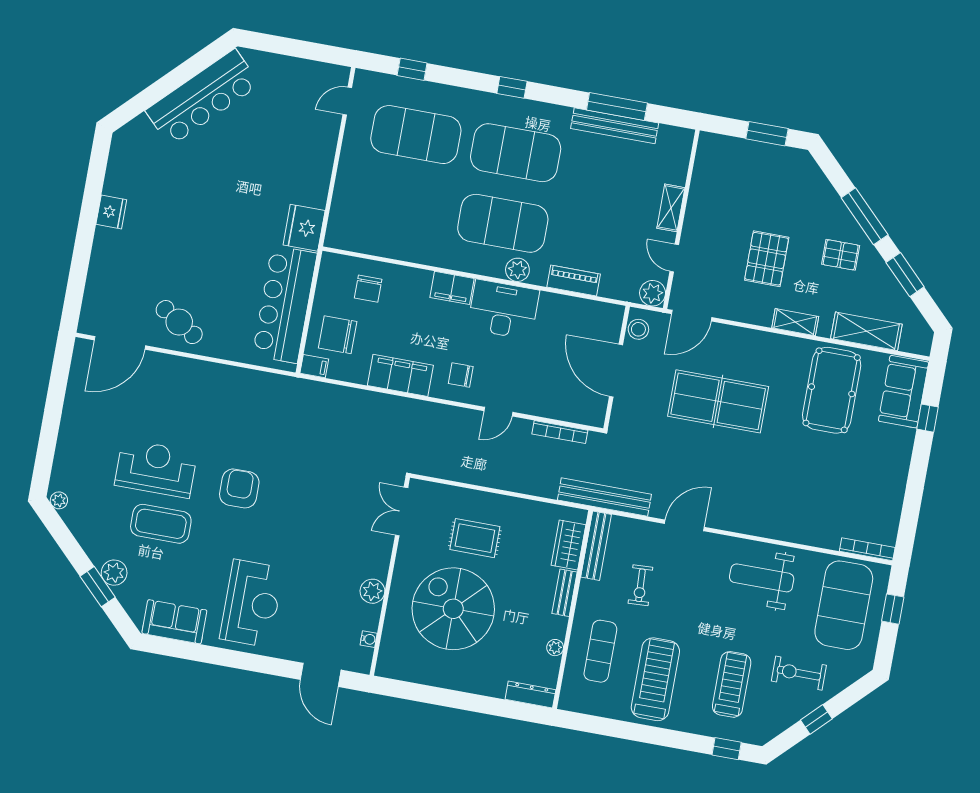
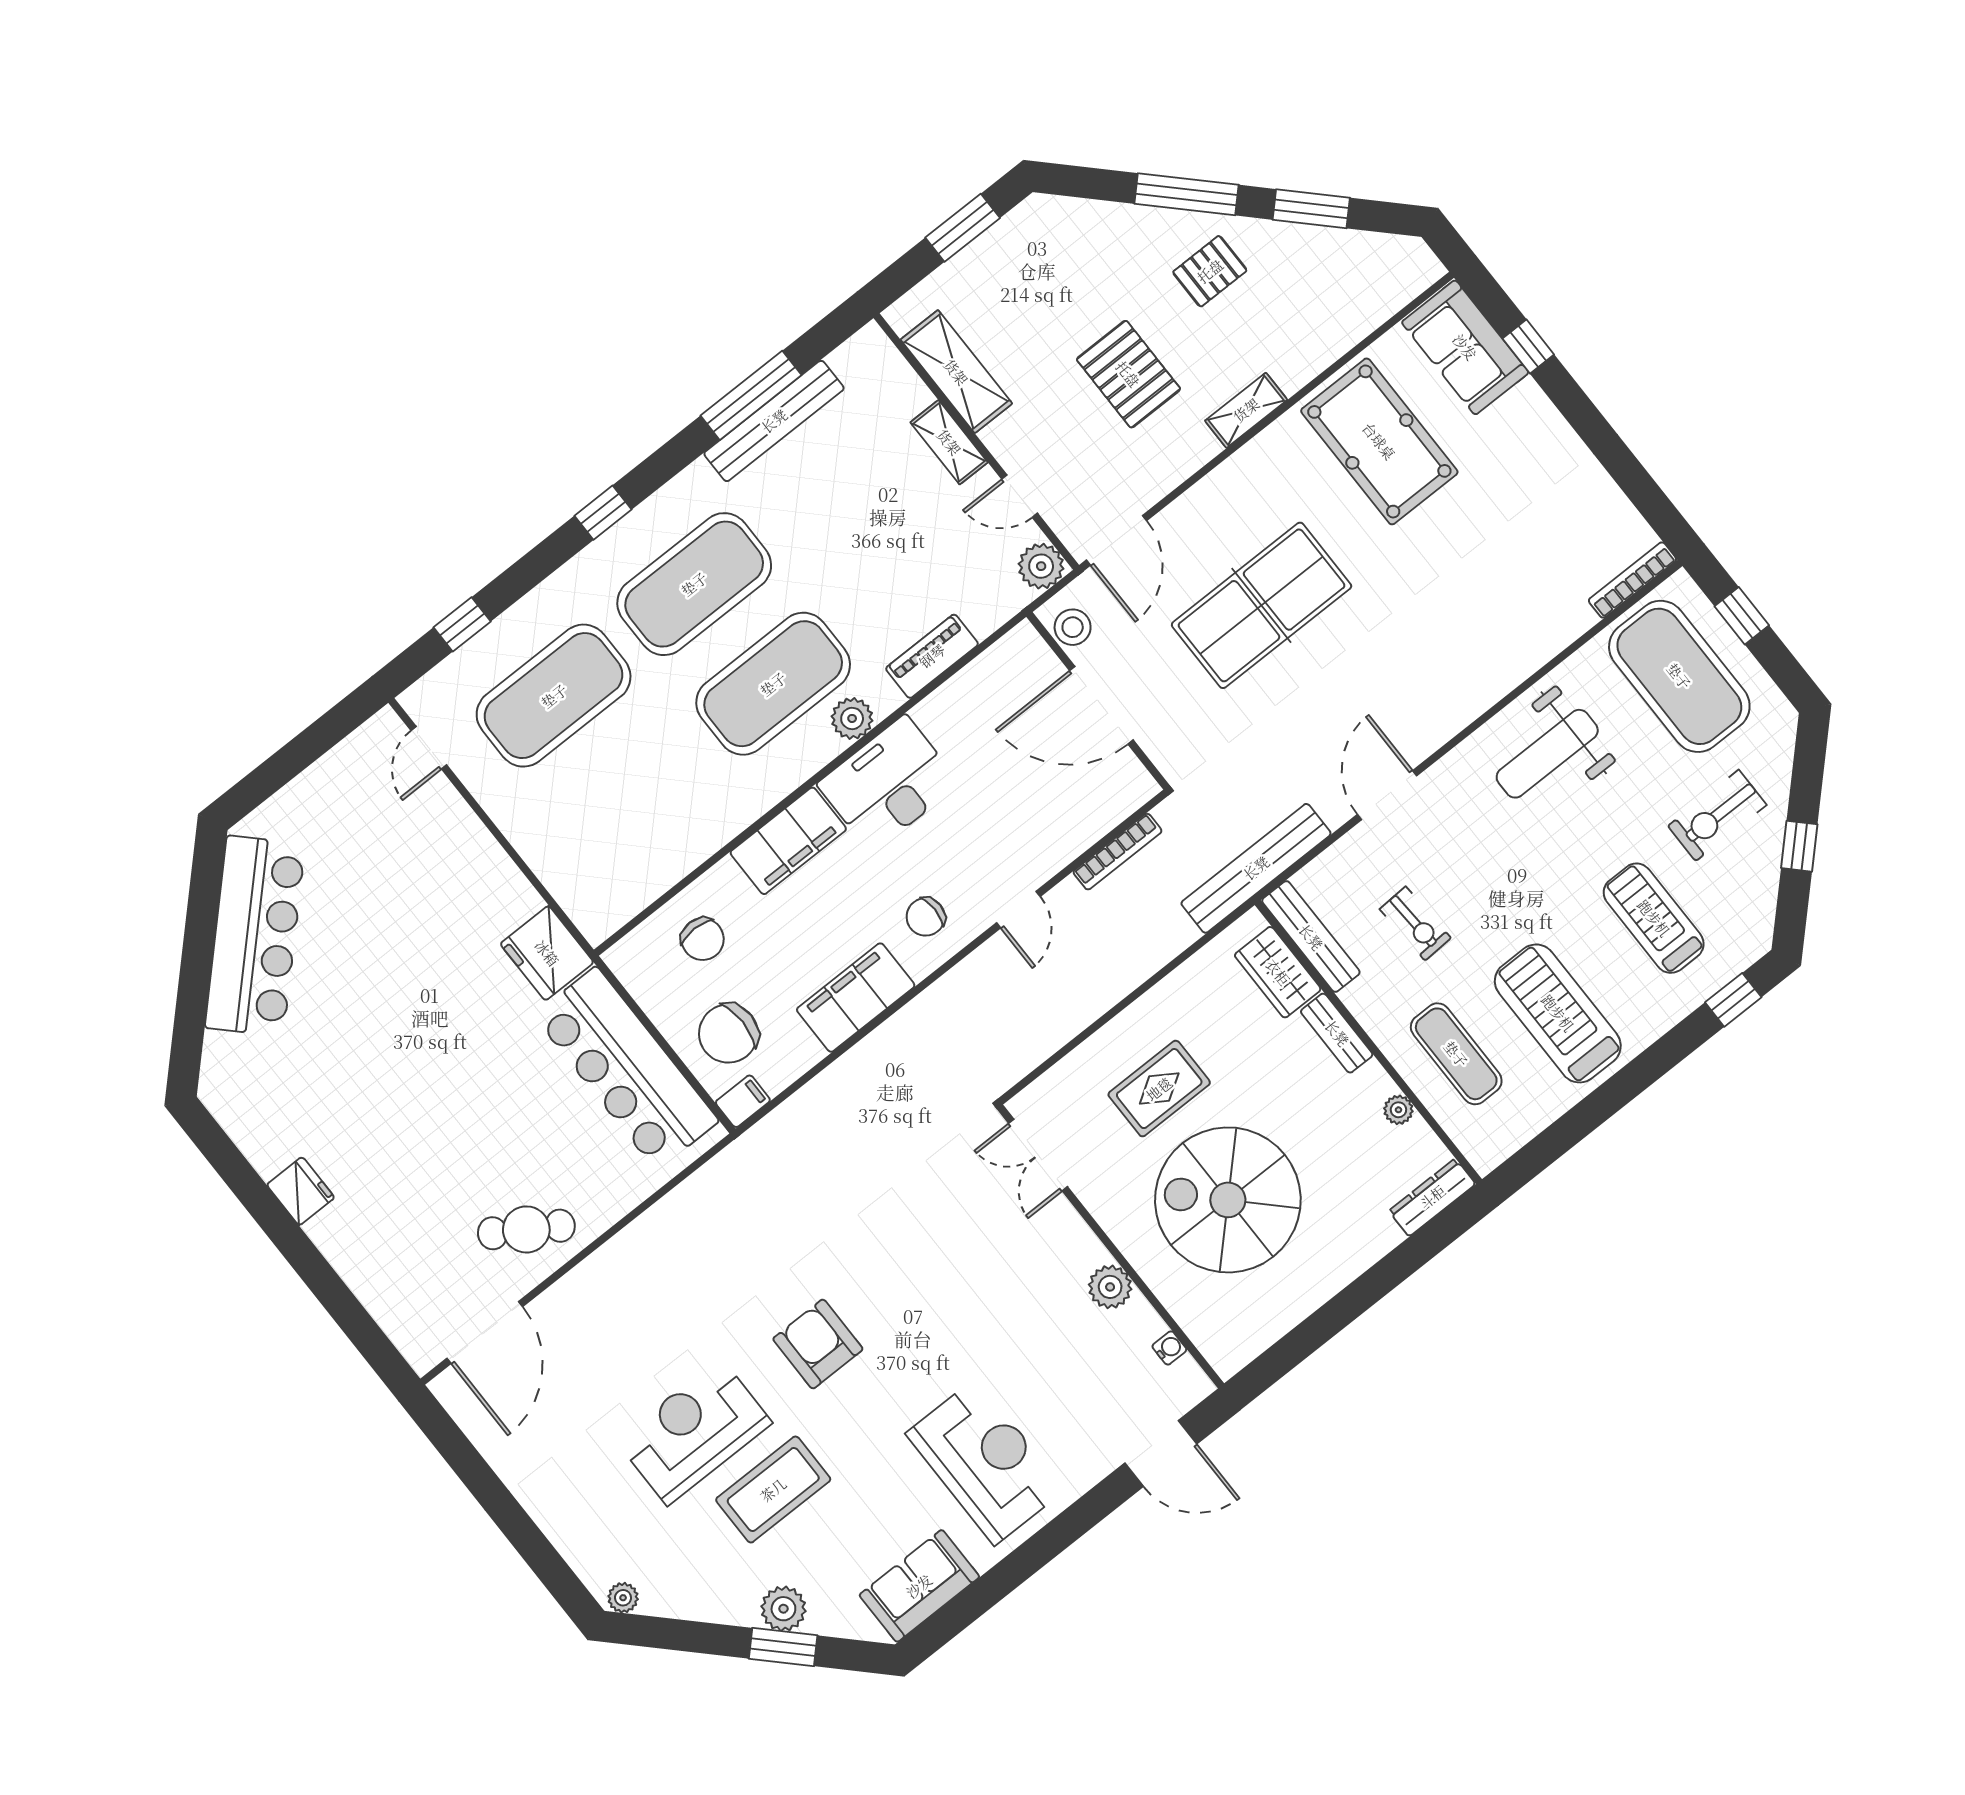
filing cabinet: (452, 288) -> (788, 841), width x1.50, depth x1.17
shelving: (866, 331) -> (956, 372), moved, turned 90

